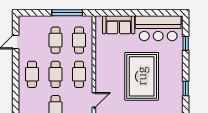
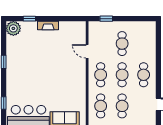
rug: (142, 76) -> (44, 73), removed
door: (94, 100) -> (87, 51), hinge flipped

